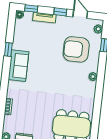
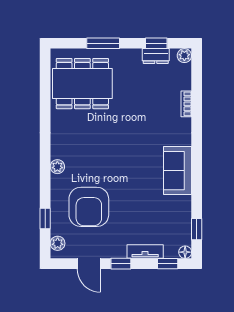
window: (8, 49) -> (197, 229), moved
armchair: (76, 49) -> (89, 207), turned 90

